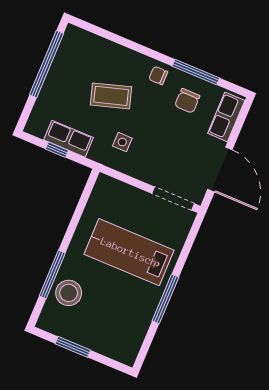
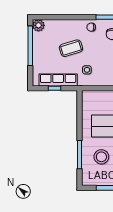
plant: (74, 37) -> (38, 25), added
row of seats: (68, 139) -> (58, 80), width x1.48
stool: (69, 293) -> (101, 157), moved

